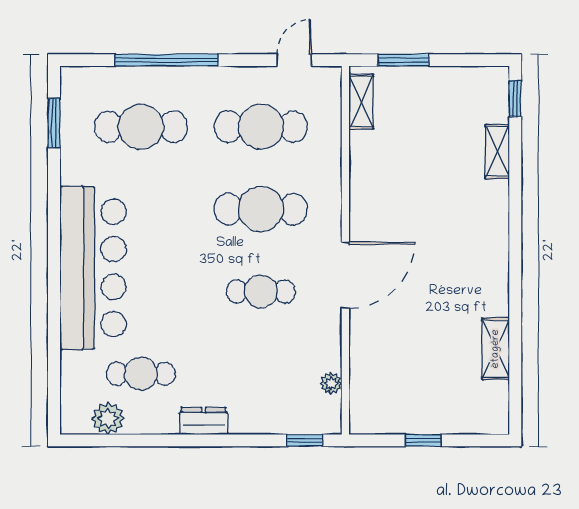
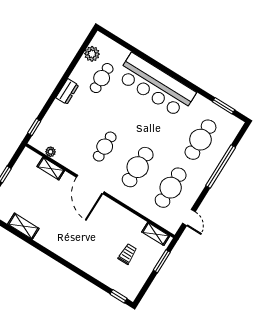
trolley: (429, 130) -> (128, 254), added
shelving: (497, 152) -> (51, 169), moved

